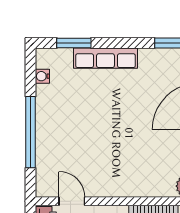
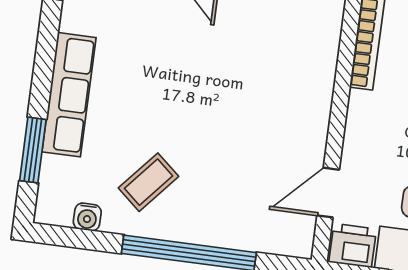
coffee table: (65, 106) -> (149, 182), added

